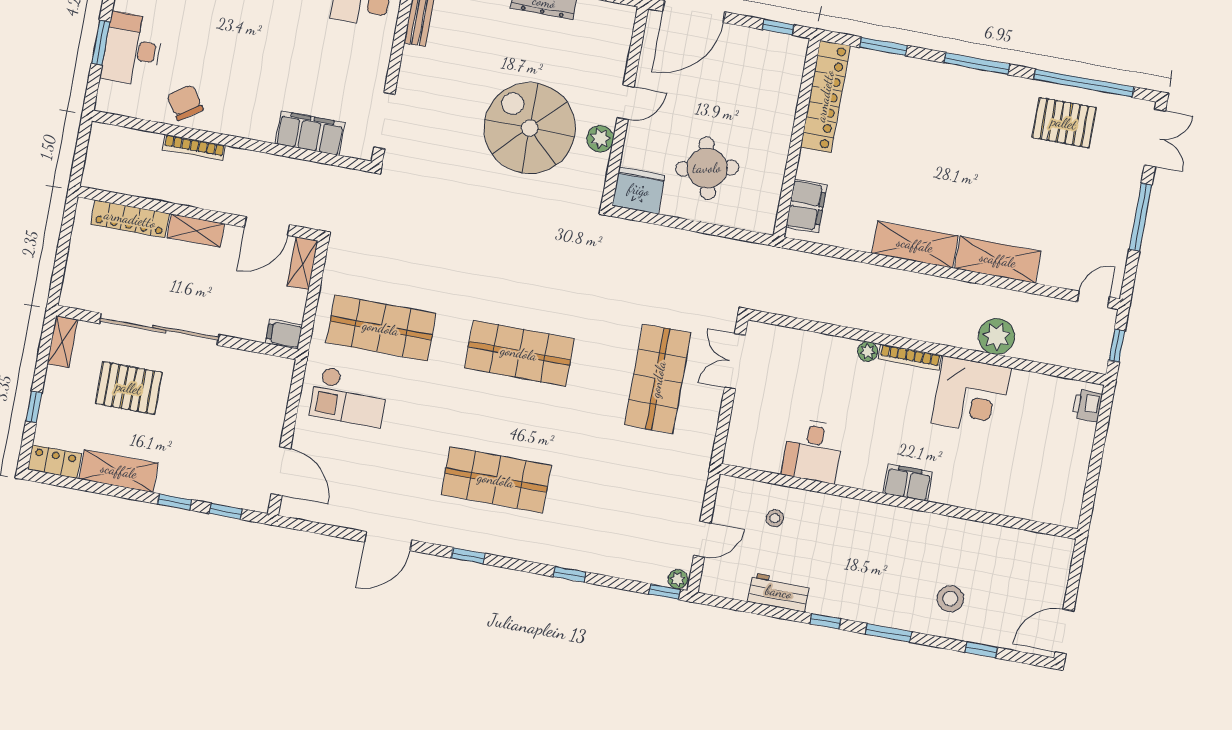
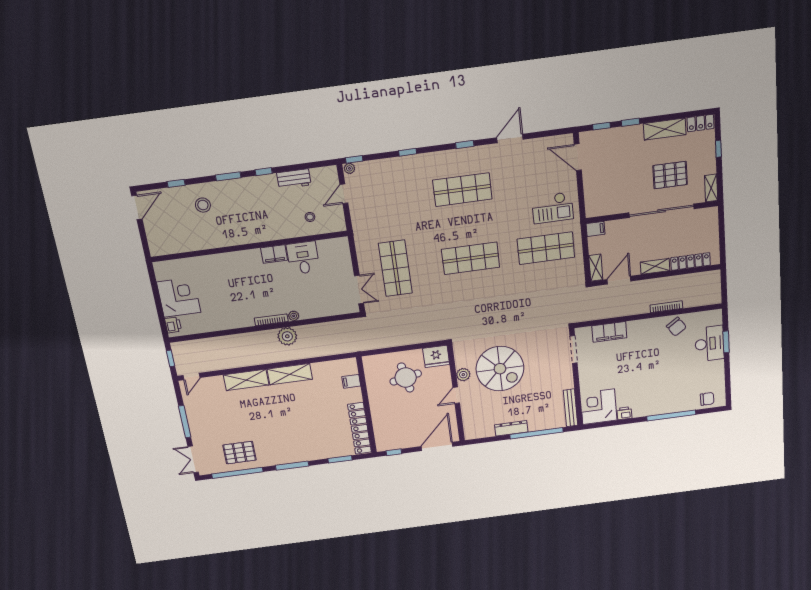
filing cabinet: (806, 206) -> (351, 381), width x0.50
plant: (997, 336) -> (287, 336), moved
corner desk: (971, 396) -> (179, 297), moved, turned 90
checkout: (349, 397) -> (553, 208), turned 180
filing cabinet: (908, 483) -> (274, 254), moved

